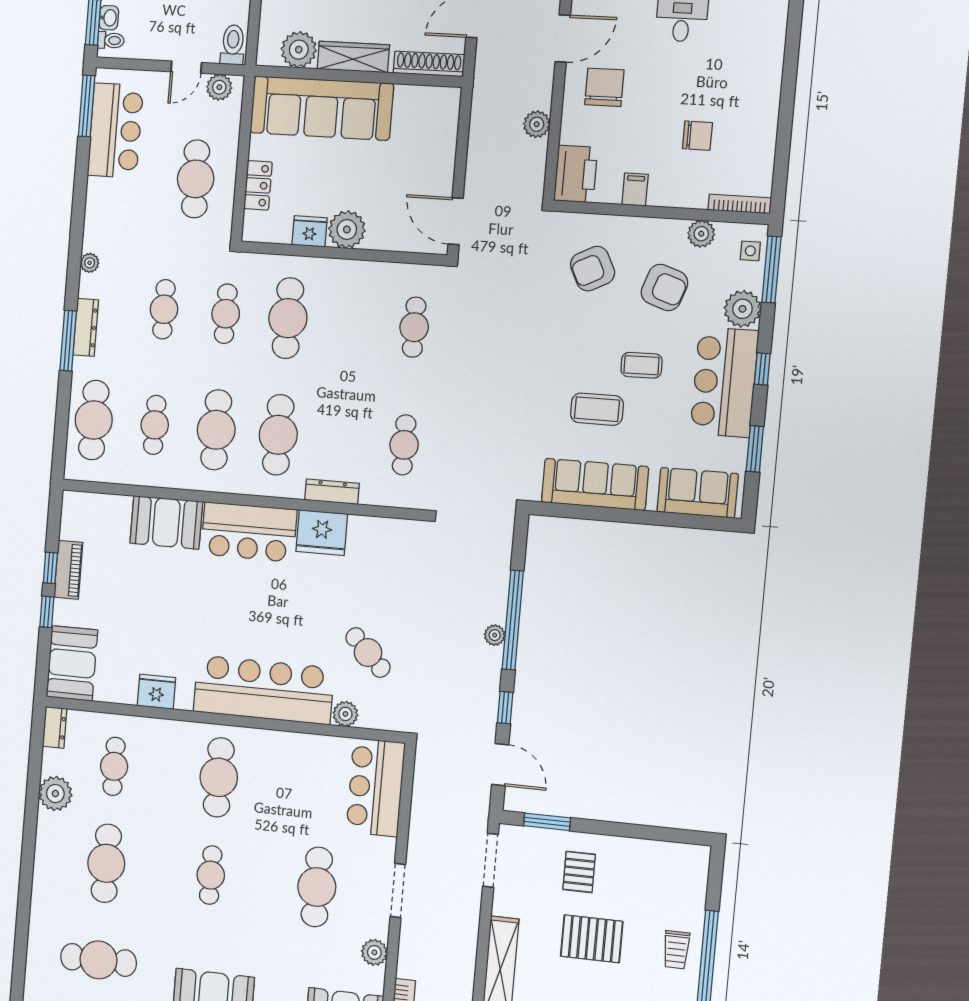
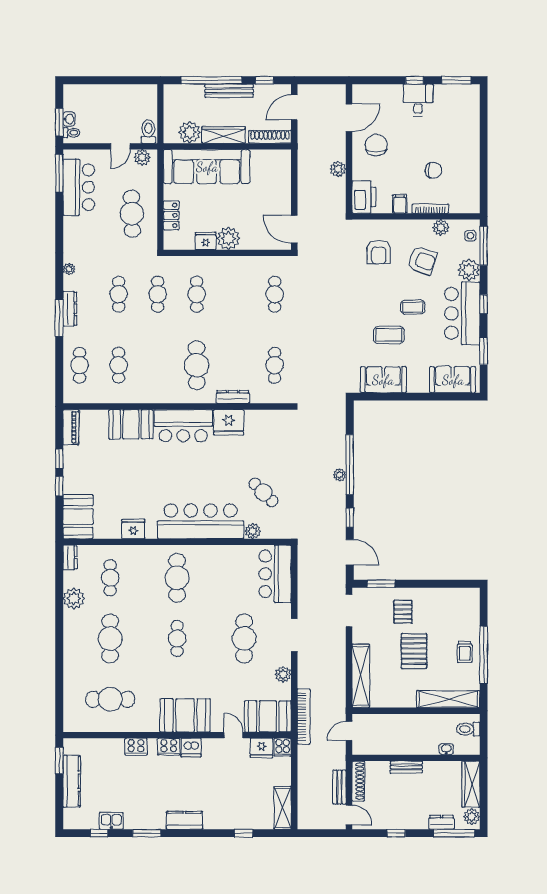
bookcase: (740, 204) -> (430, 209), moved
armchair: (593, 269) -> (379, 252), turned -63
cafe table: (288, 318) -> (197, 294), width x0.73, depth x0.74
cafe table: (94, 420) -> (80, 365), width x0.73, depth x0.74
cafe table: (216, 430) -> (158, 365), removed
sofa: (595, 484) -> (383, 380), width x0.73
piano: (68, 570) -> (71, 427), moved
pallet: (592, 939) -> (414, 651), turned 90

